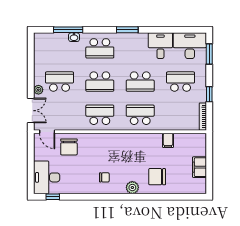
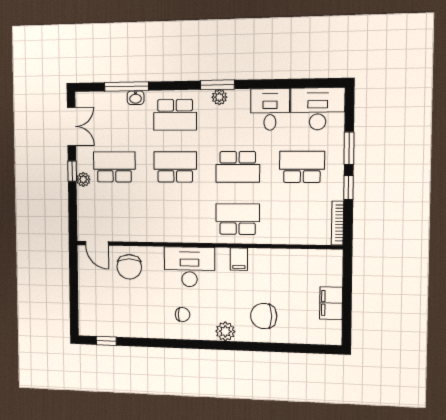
plant: (128, 38) -> (219, 97), added
window: (209, 54) -> (349, 148), moved
school desk: (100, 82) -> (175, 167), turned 180
window: (31, 84) -> (72, 171), added
double door: (31, 111) -> (72, 127), moved
school desk: (100, 115) -> (175, 218), removed
filing cabinet: (168, 140) -> (239, 259), moved
desk: (47, 177) -> (189, 267), moved, turned 90

